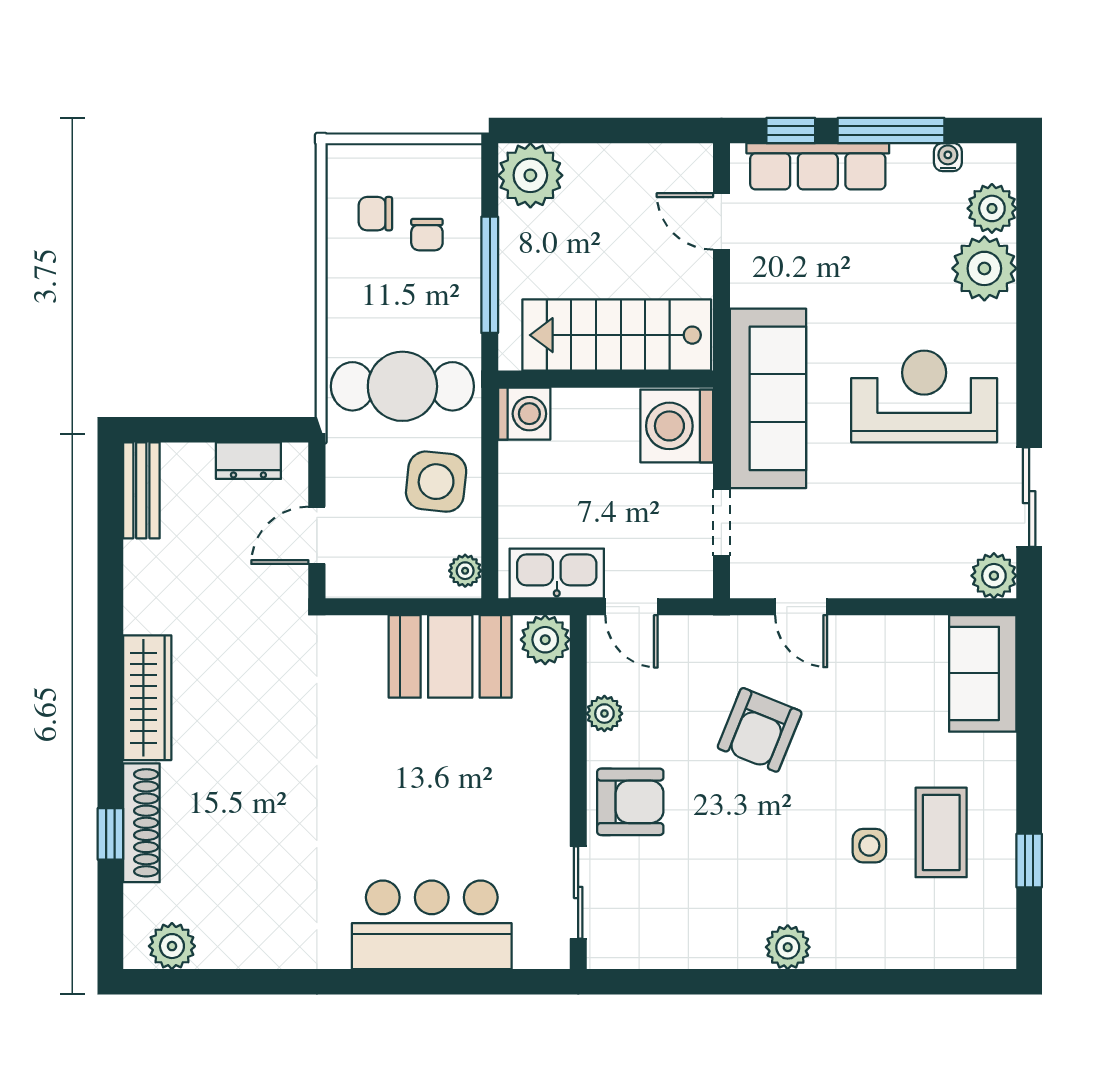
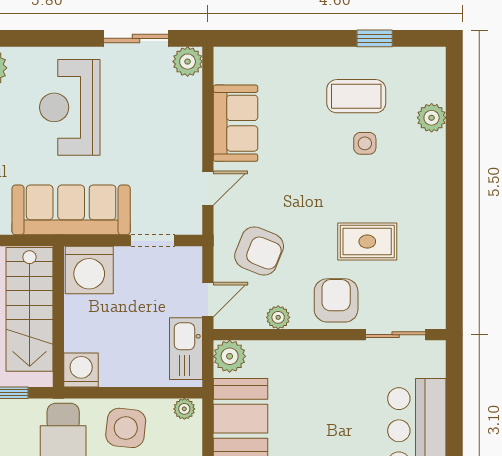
sofa: (983, 673) -> (236, 123), moved, turned -90
armchair: (760, 730) -> (259, 251), moved
rug: (720, 849) -> (367, 242), added
plant: (788, 947) -> (432, 118), moved

